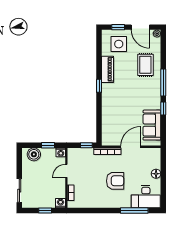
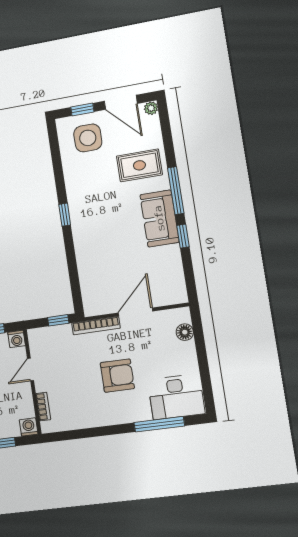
rug: (145, 65) -> (139, 165), turned 90
piano: (108, 69) -> (75, 184), removed
sofa: (152, 125) -> (159, 218), moved
floor lamp: (156, 174) -> (185, 332), moved

